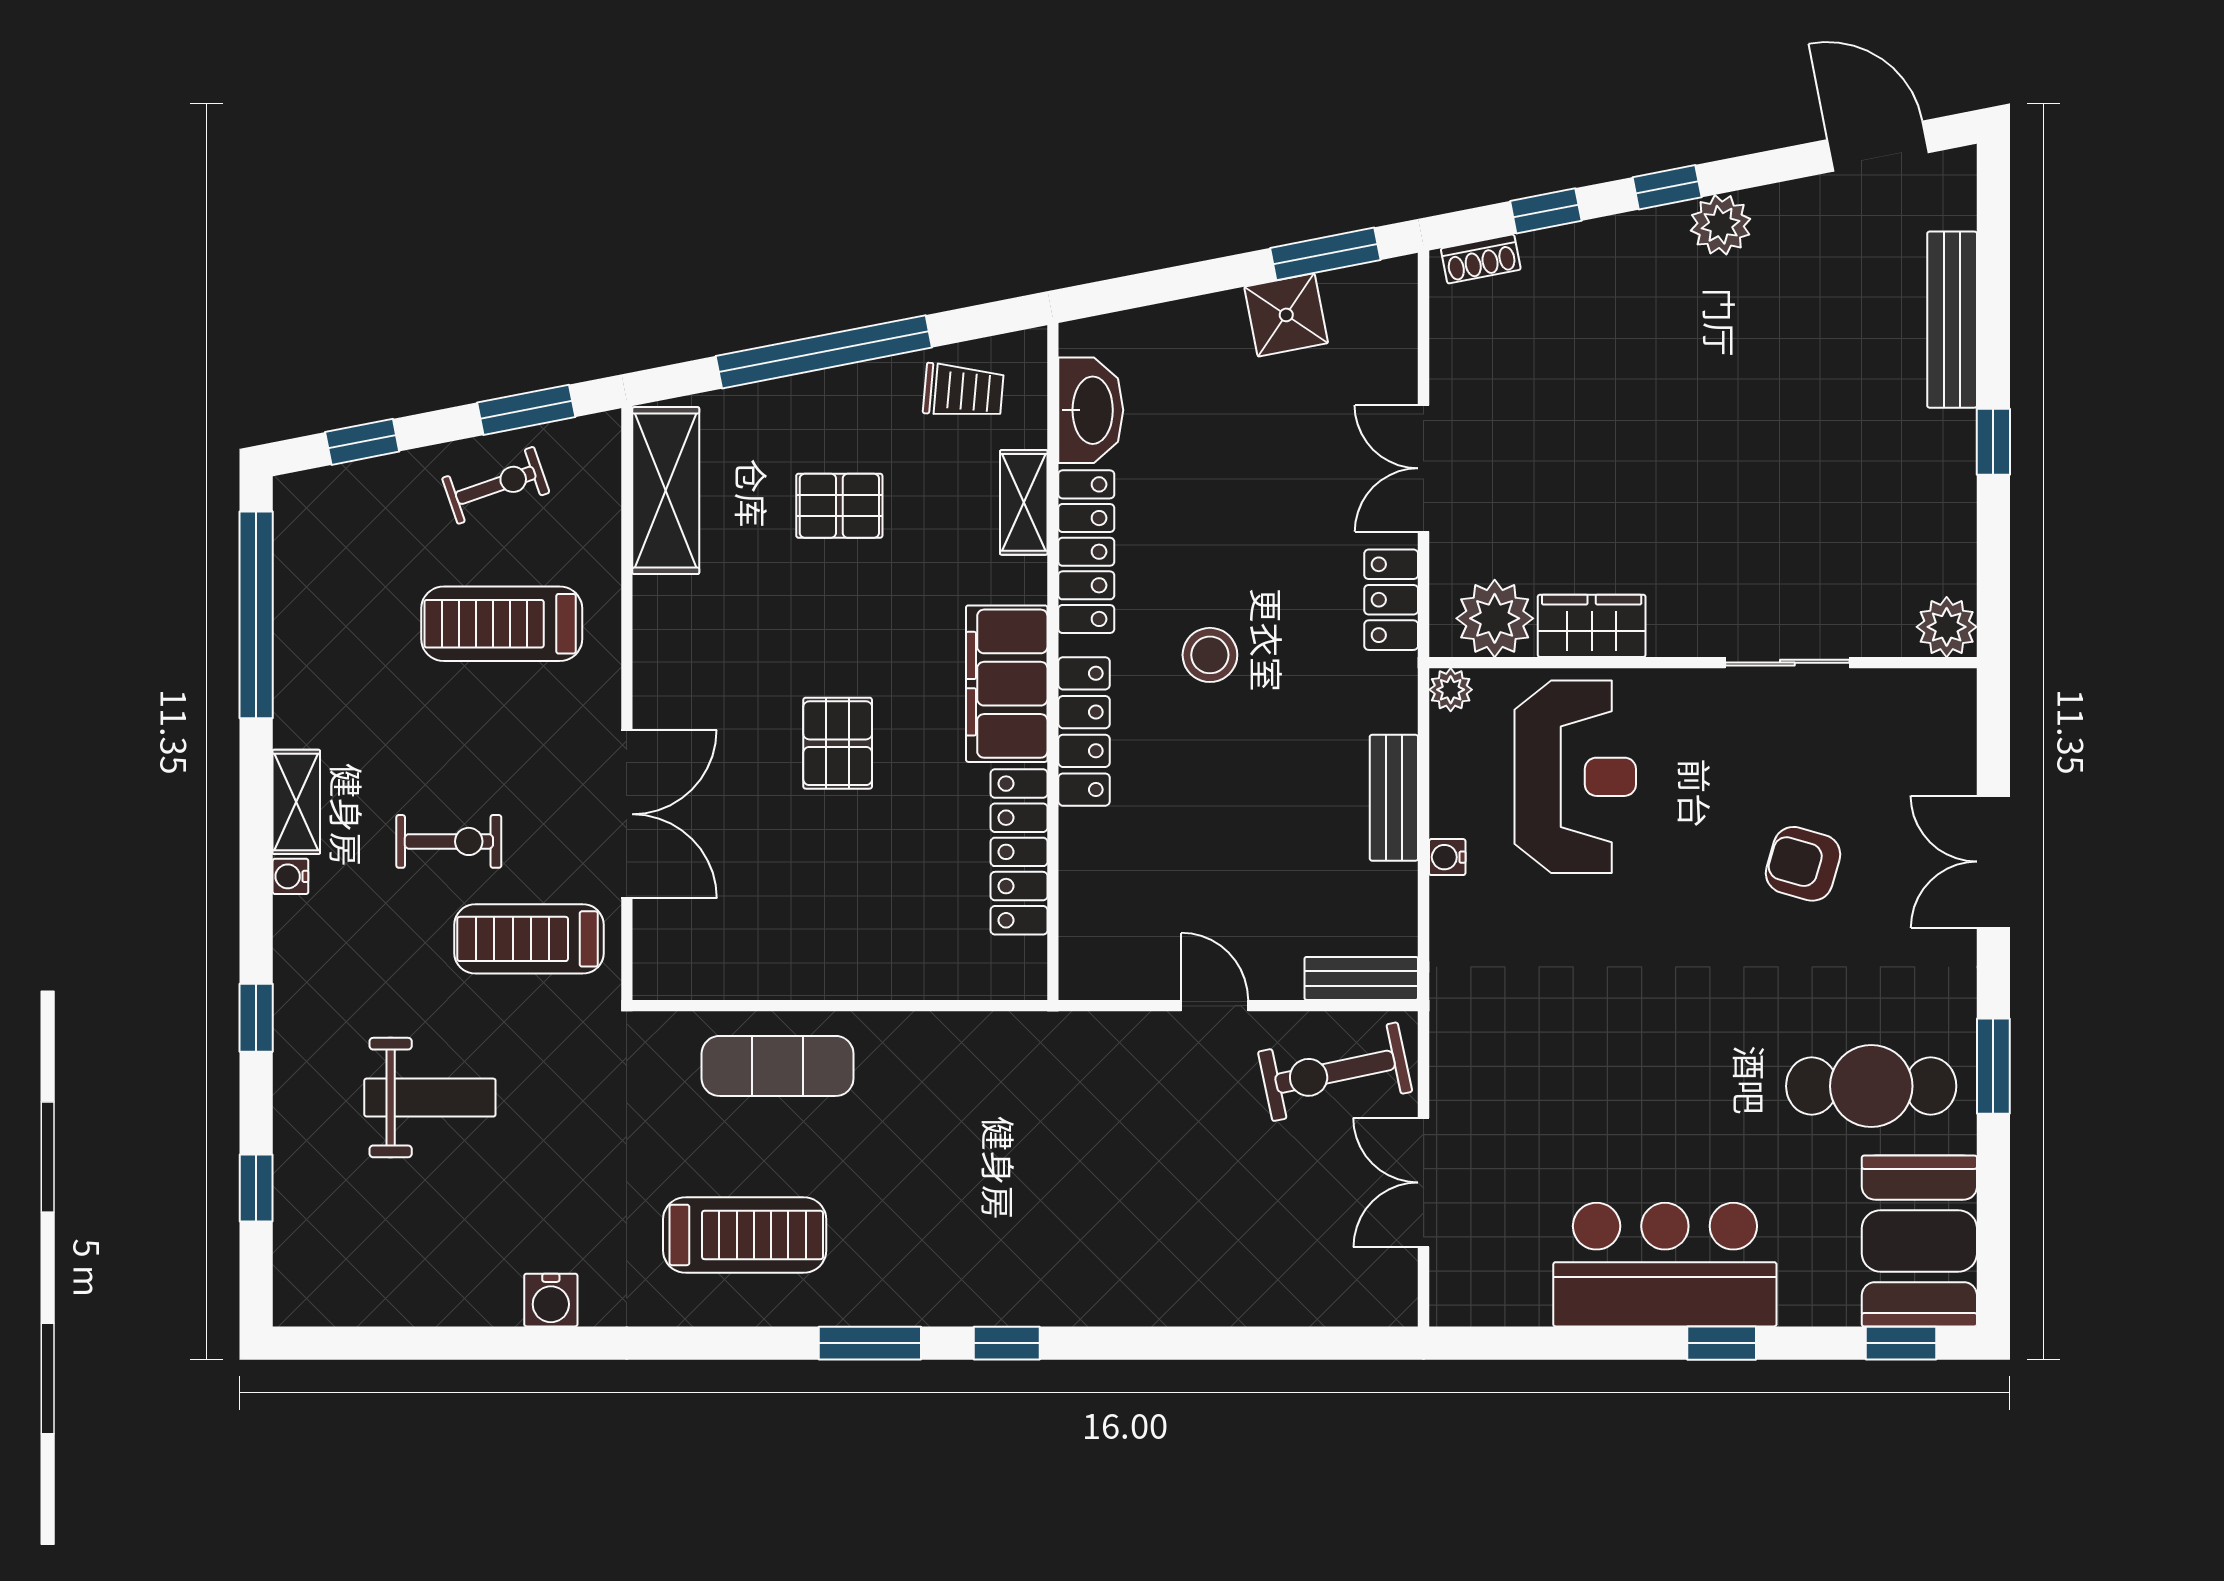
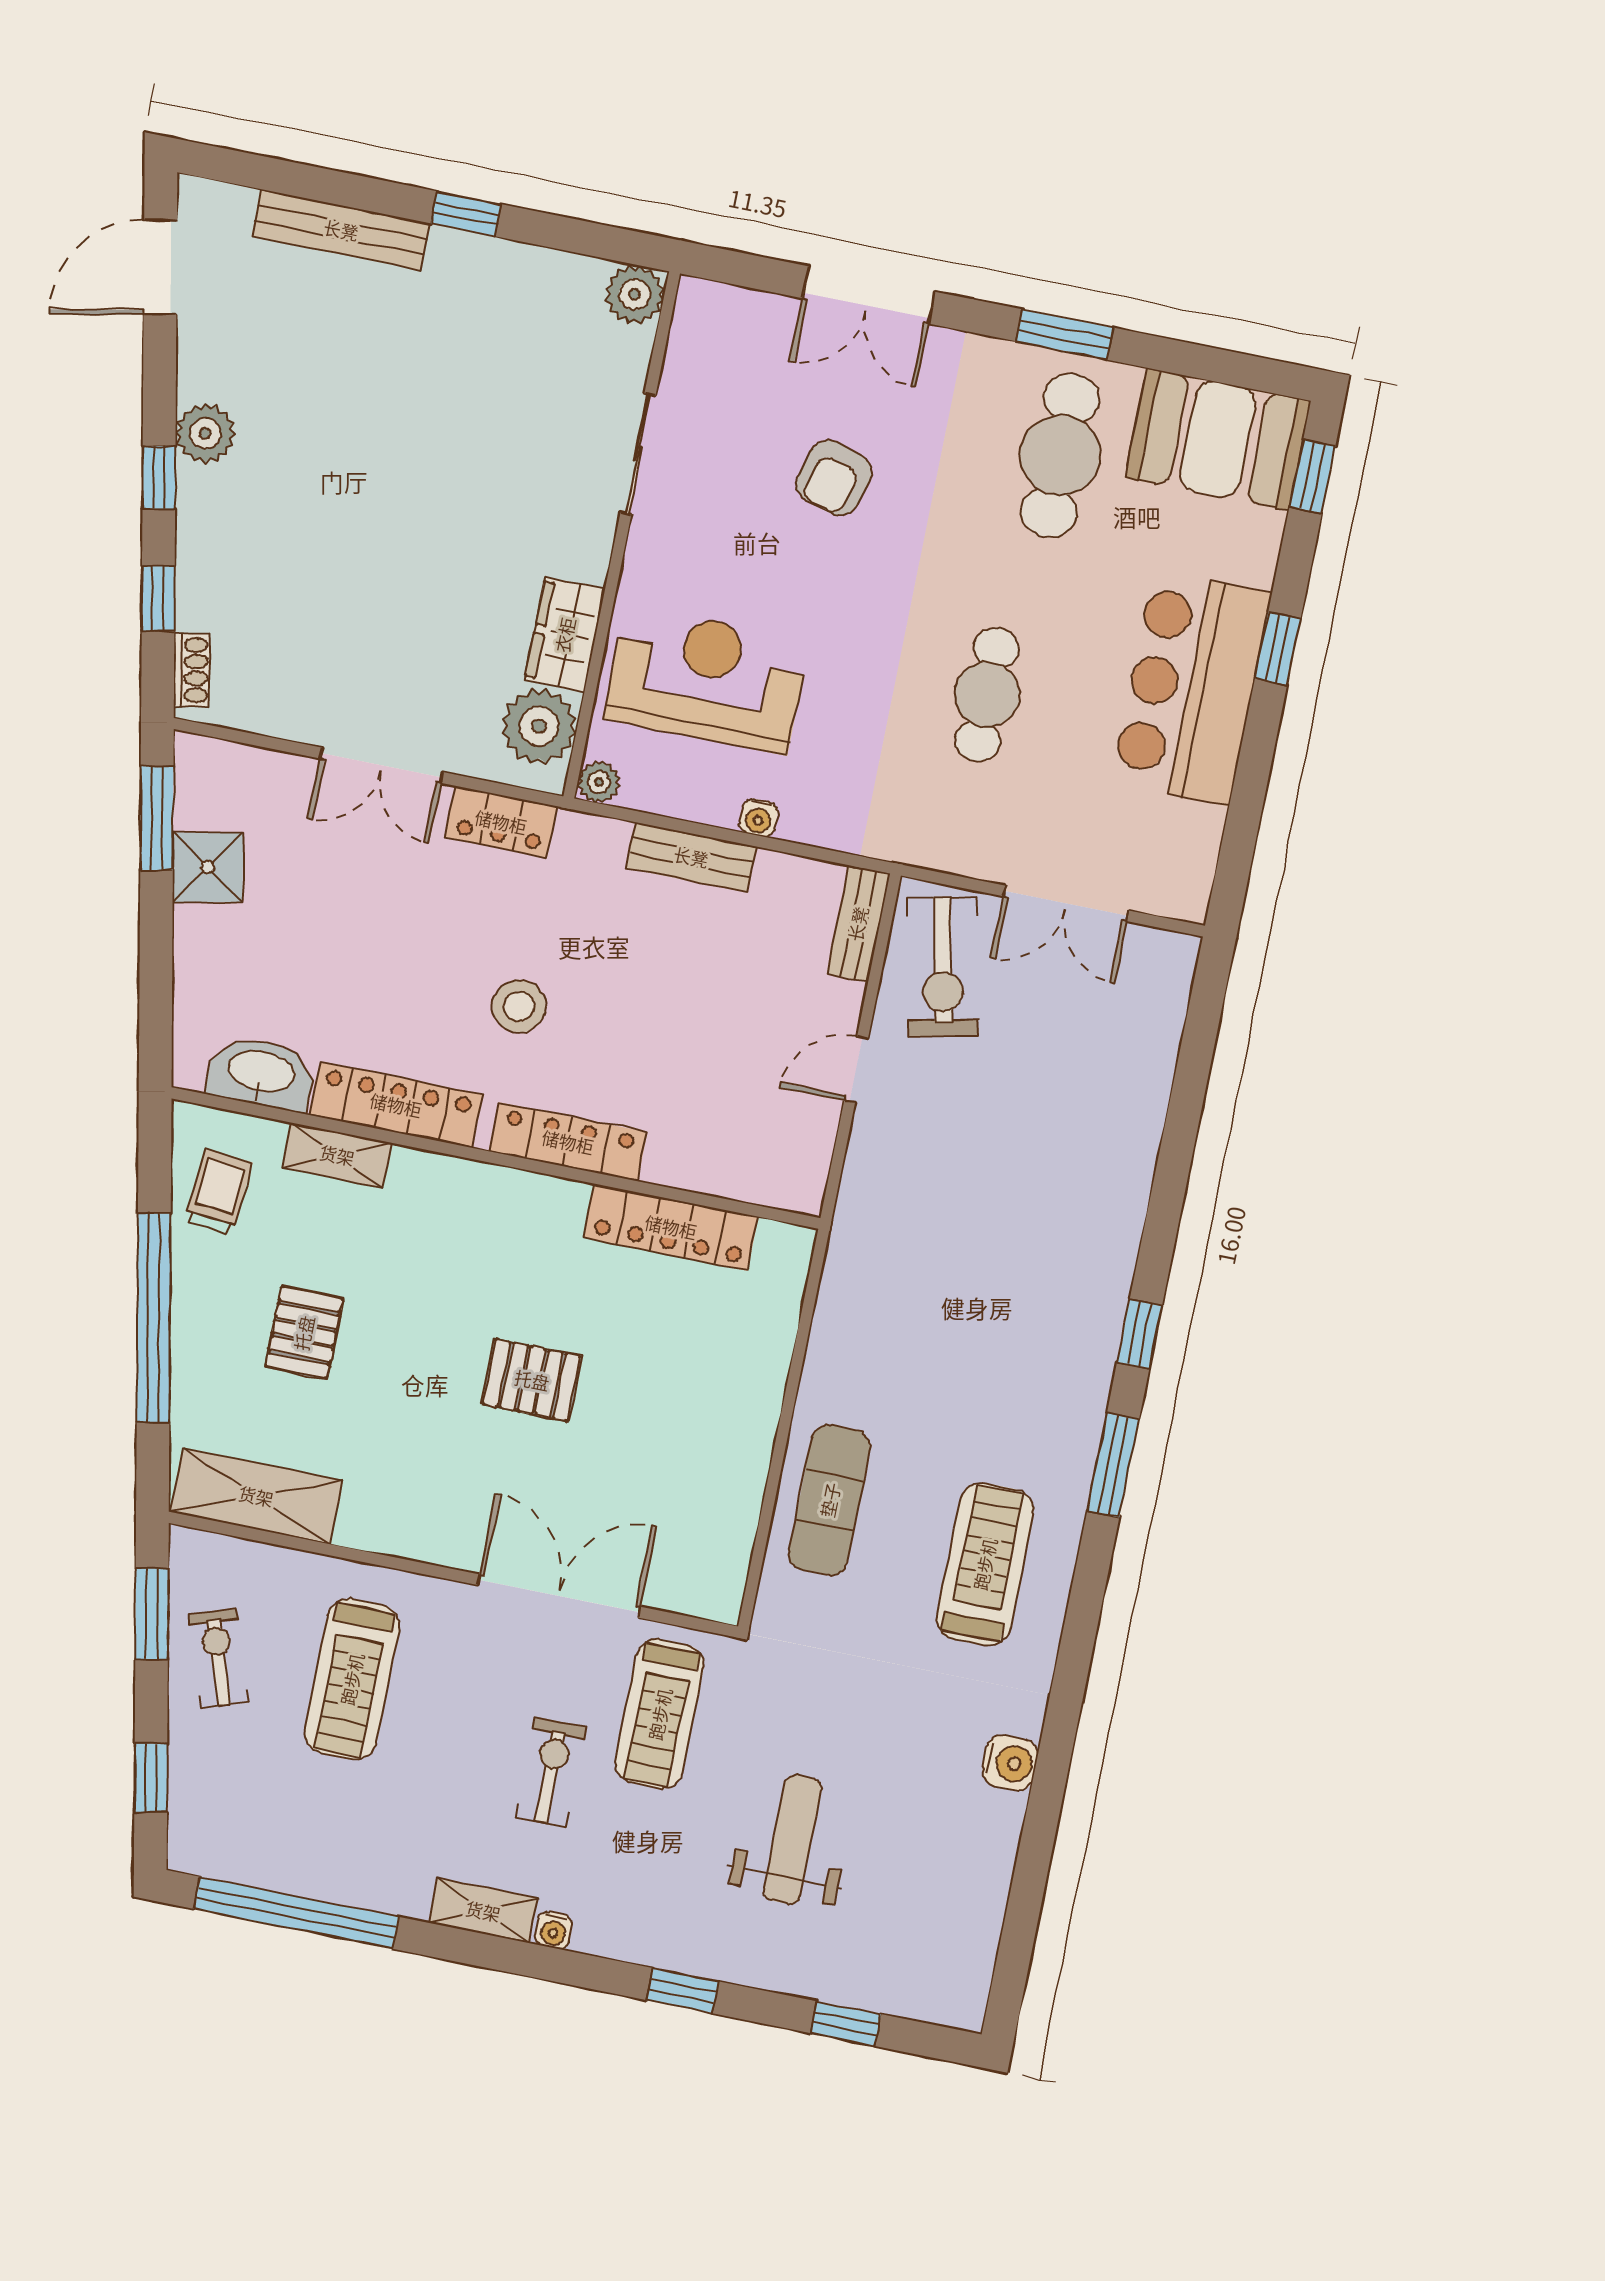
filing cabinet: (1007, 684) -> (507, 1207), removed
cafe table: (1617, 1061) -> (987, 695), added

